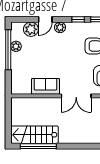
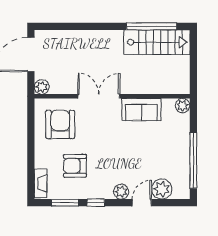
plant: (16, 46) -> (183, 106), moved

